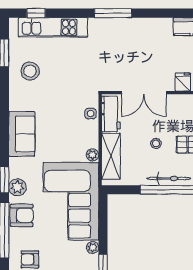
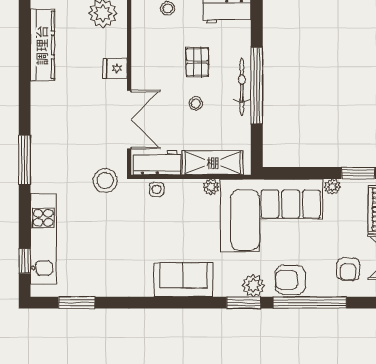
stool: (30, 71) -> (105, 181), moved
armchair: (22, 215) -> (290, 280), turned -90

